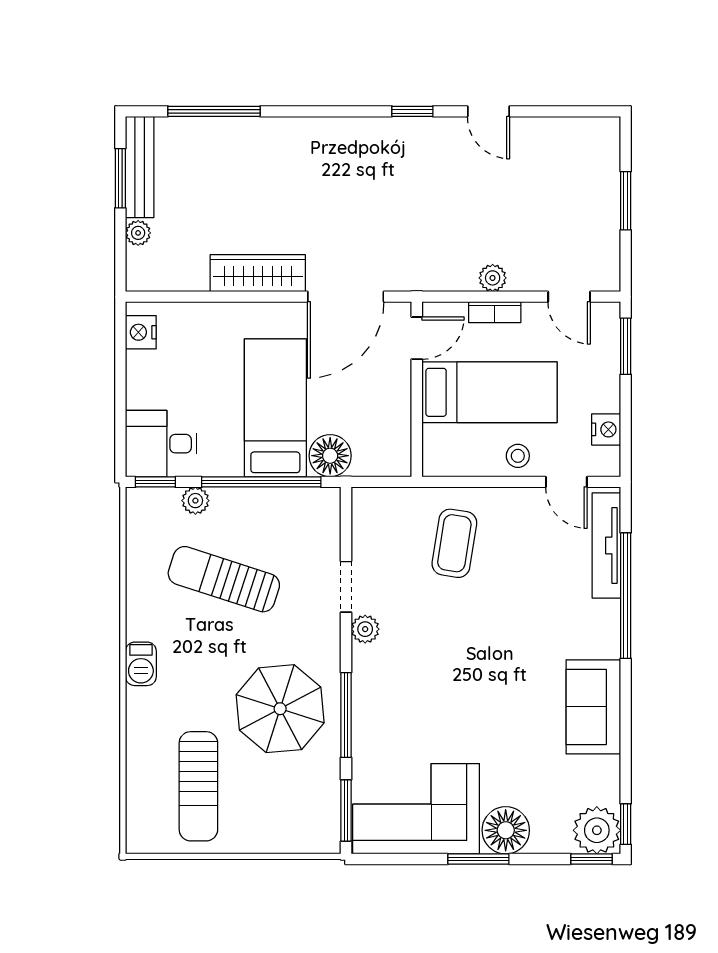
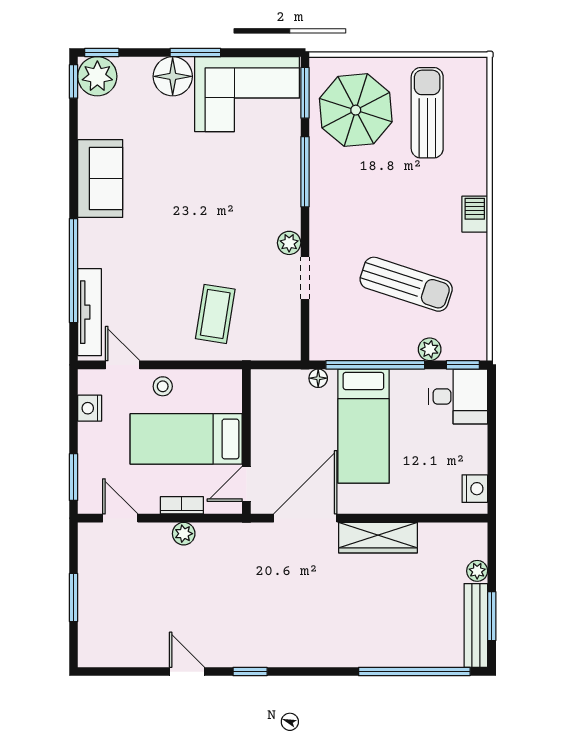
window: (214, 111) -> (414, 672), width x1.46
floor lamp: (330, 456) -> (318, 378), width x0.53, depth x0.53
parasol: (280, 709) -> (356, 110), moved

